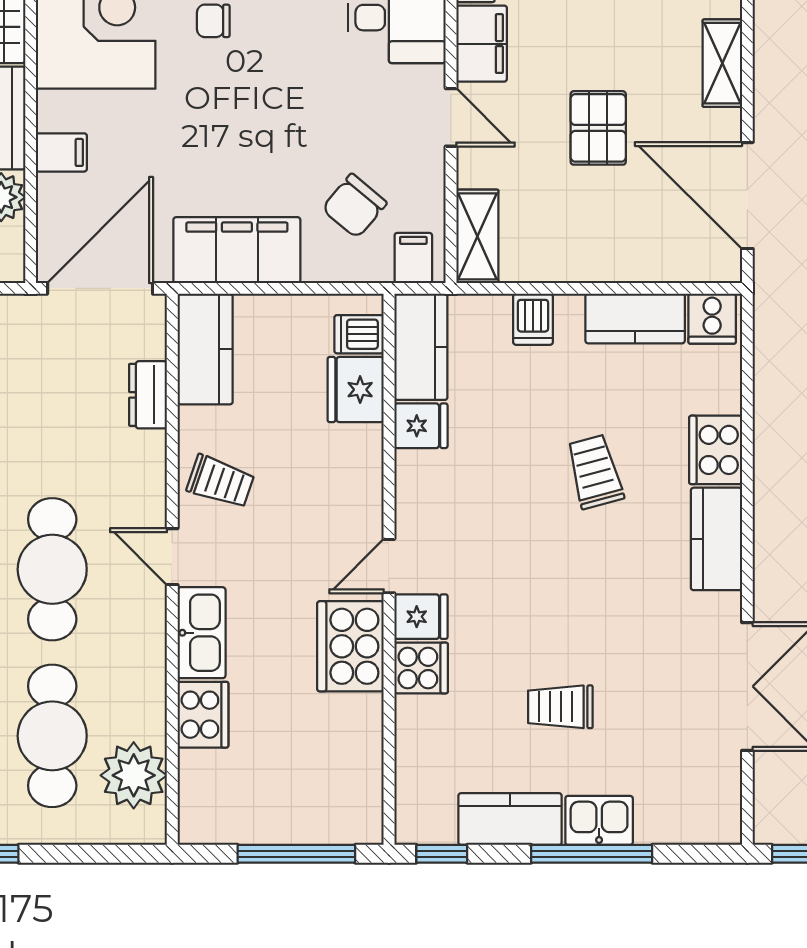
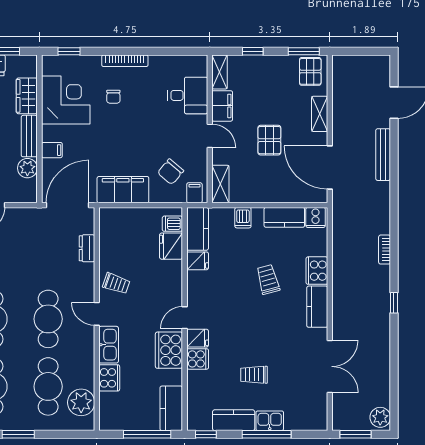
chair: (213, 21) -> (113, 97), turned -90
kitchen counter: (205, 349) -> (171, 408), moved, turned 180

